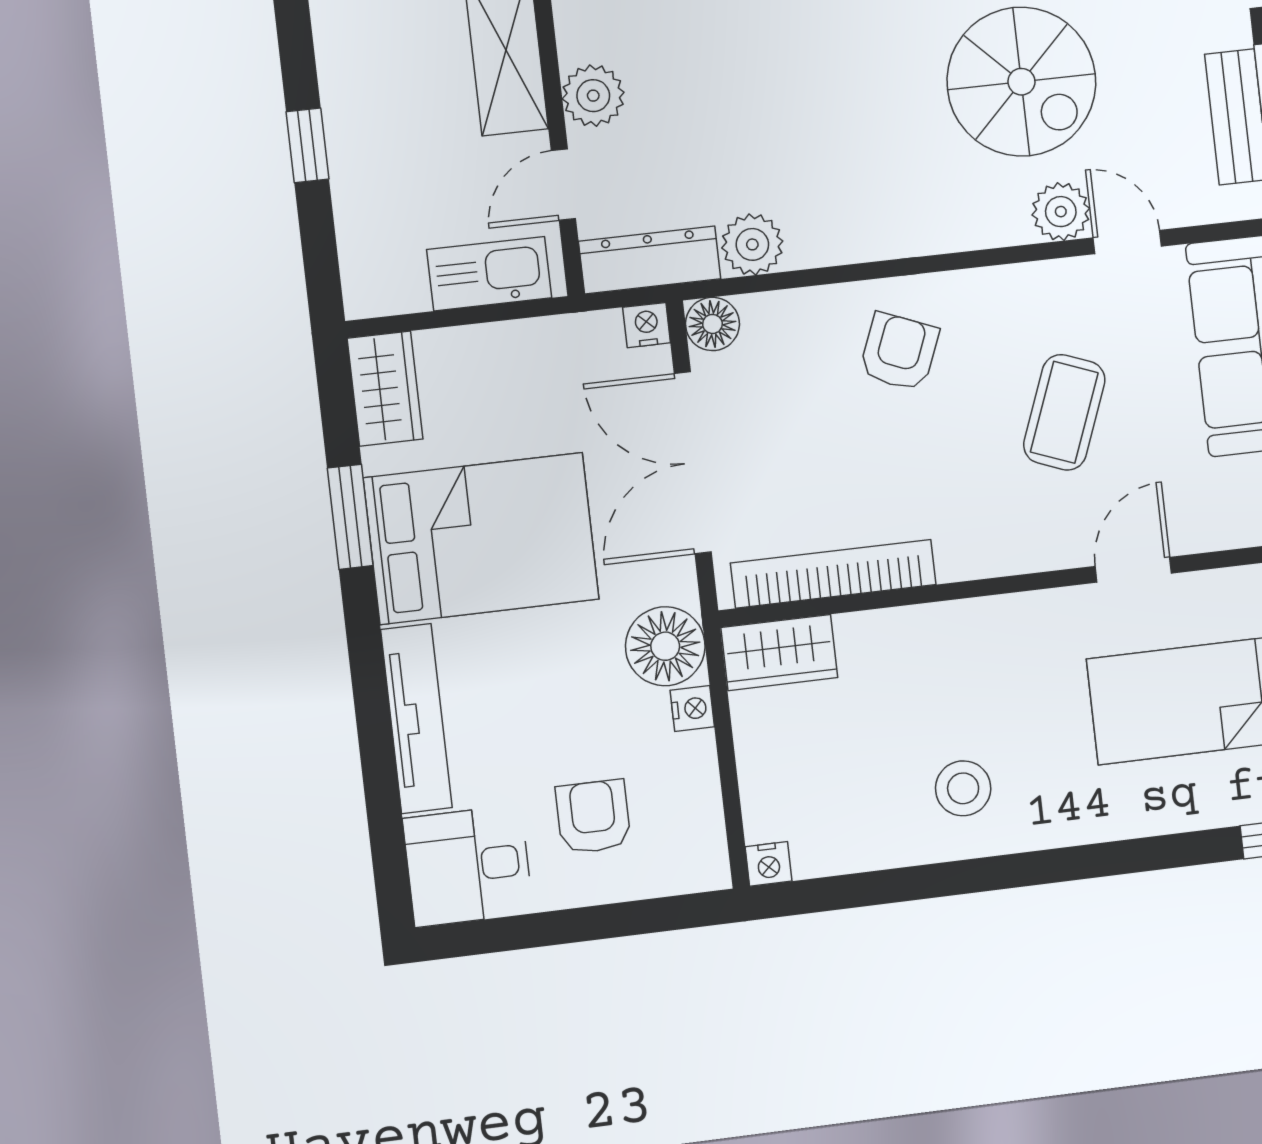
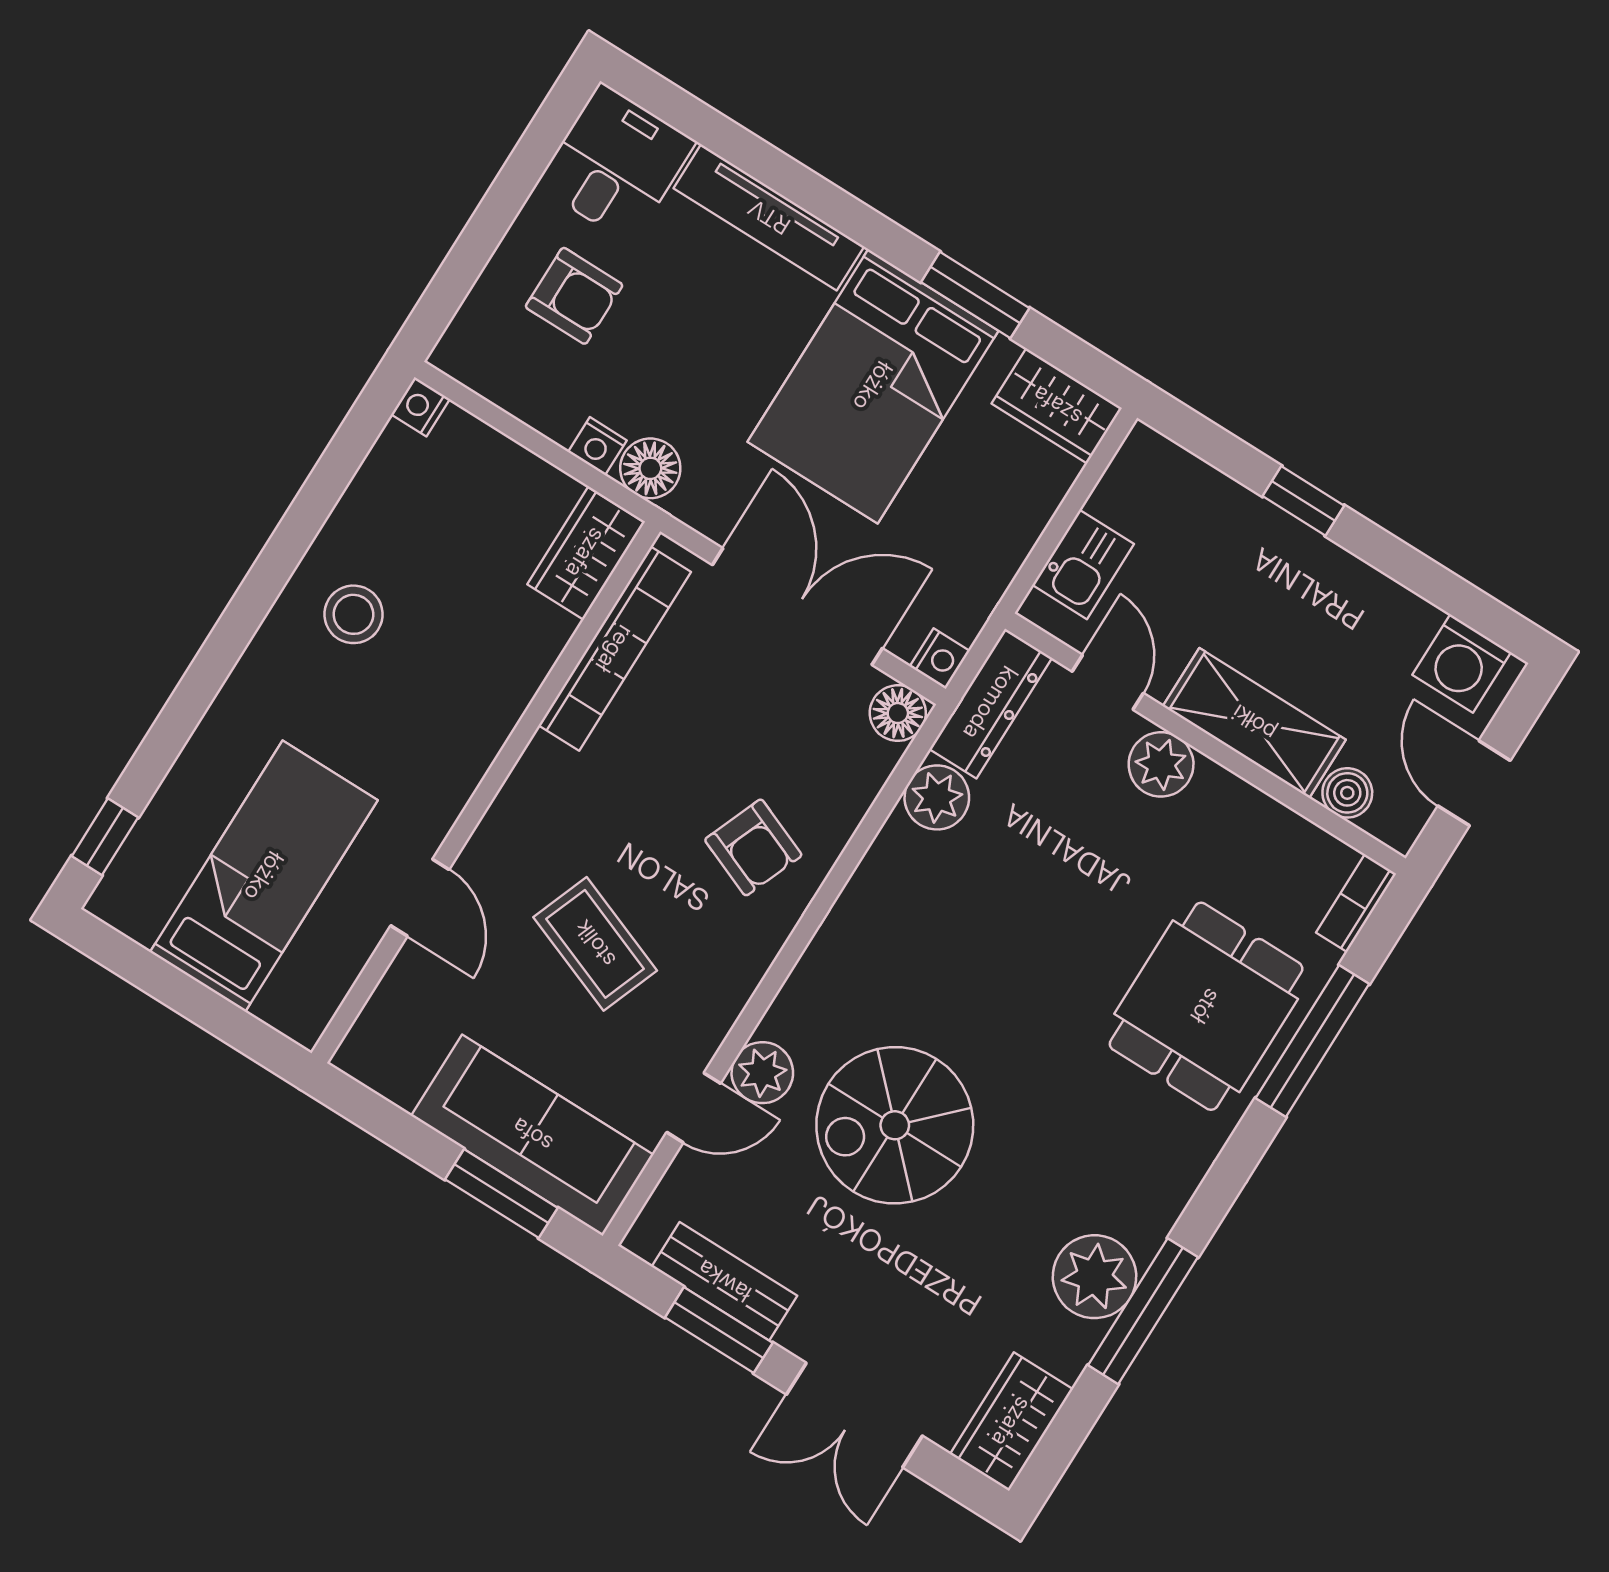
kitchen sink: (489, 274) -> (1083, 564), width x0.73
floor lamp: (665, 646) -> (650, 468), width x0.73, depth x0.73

